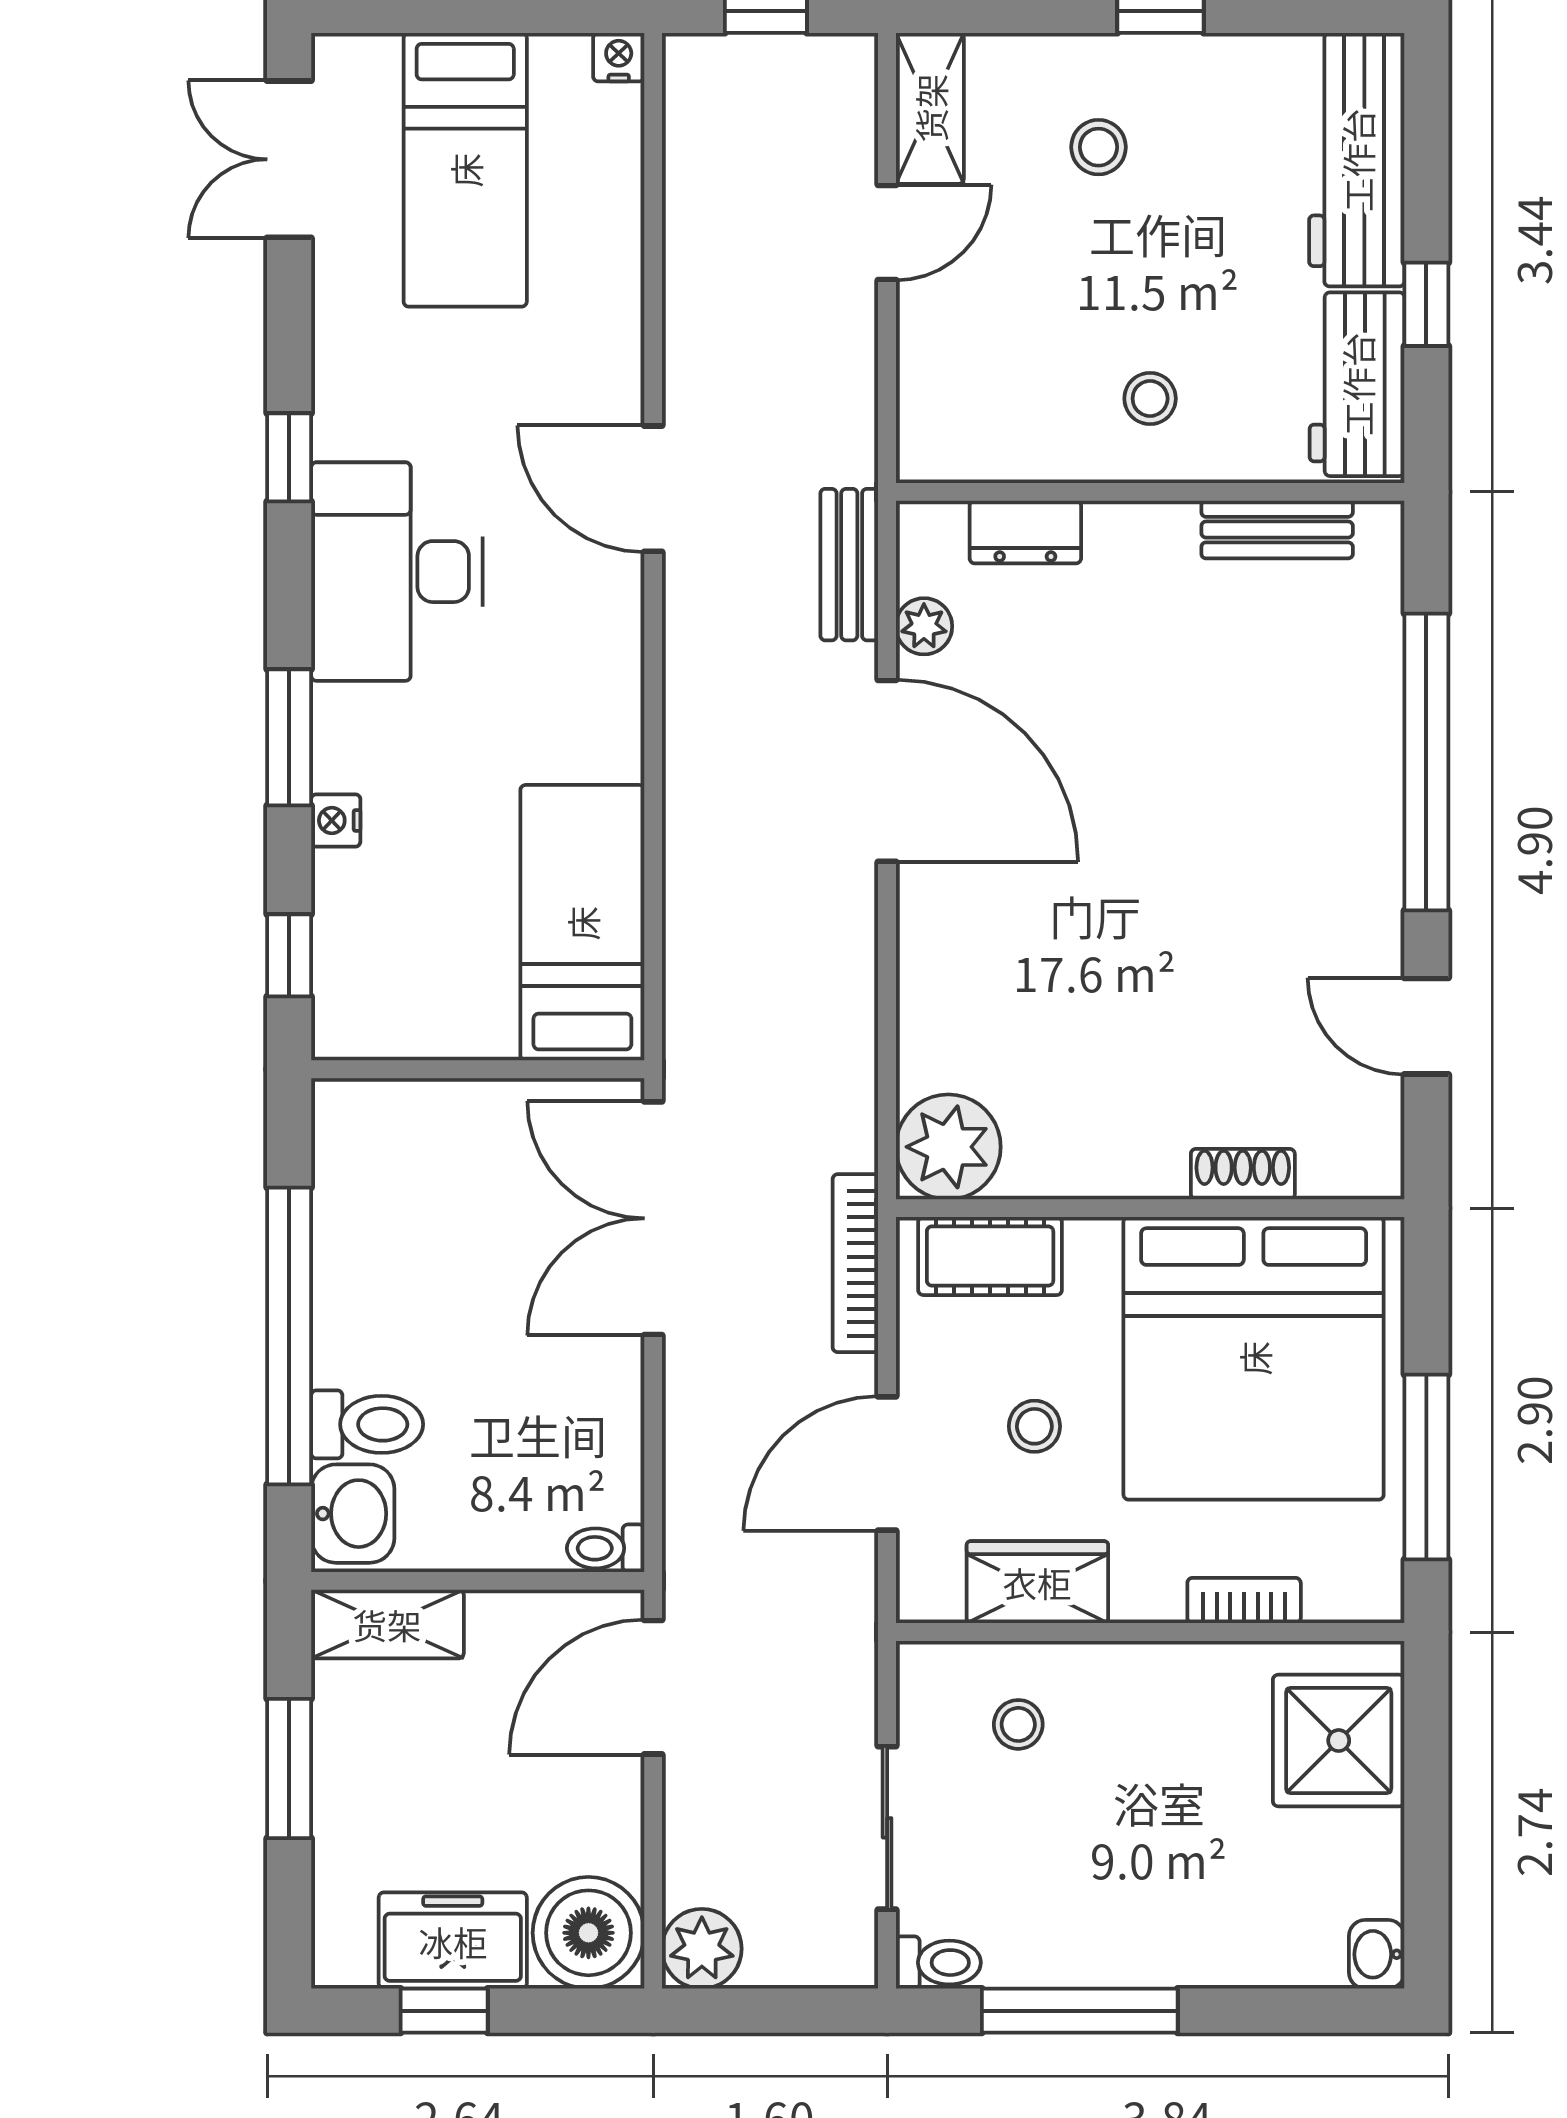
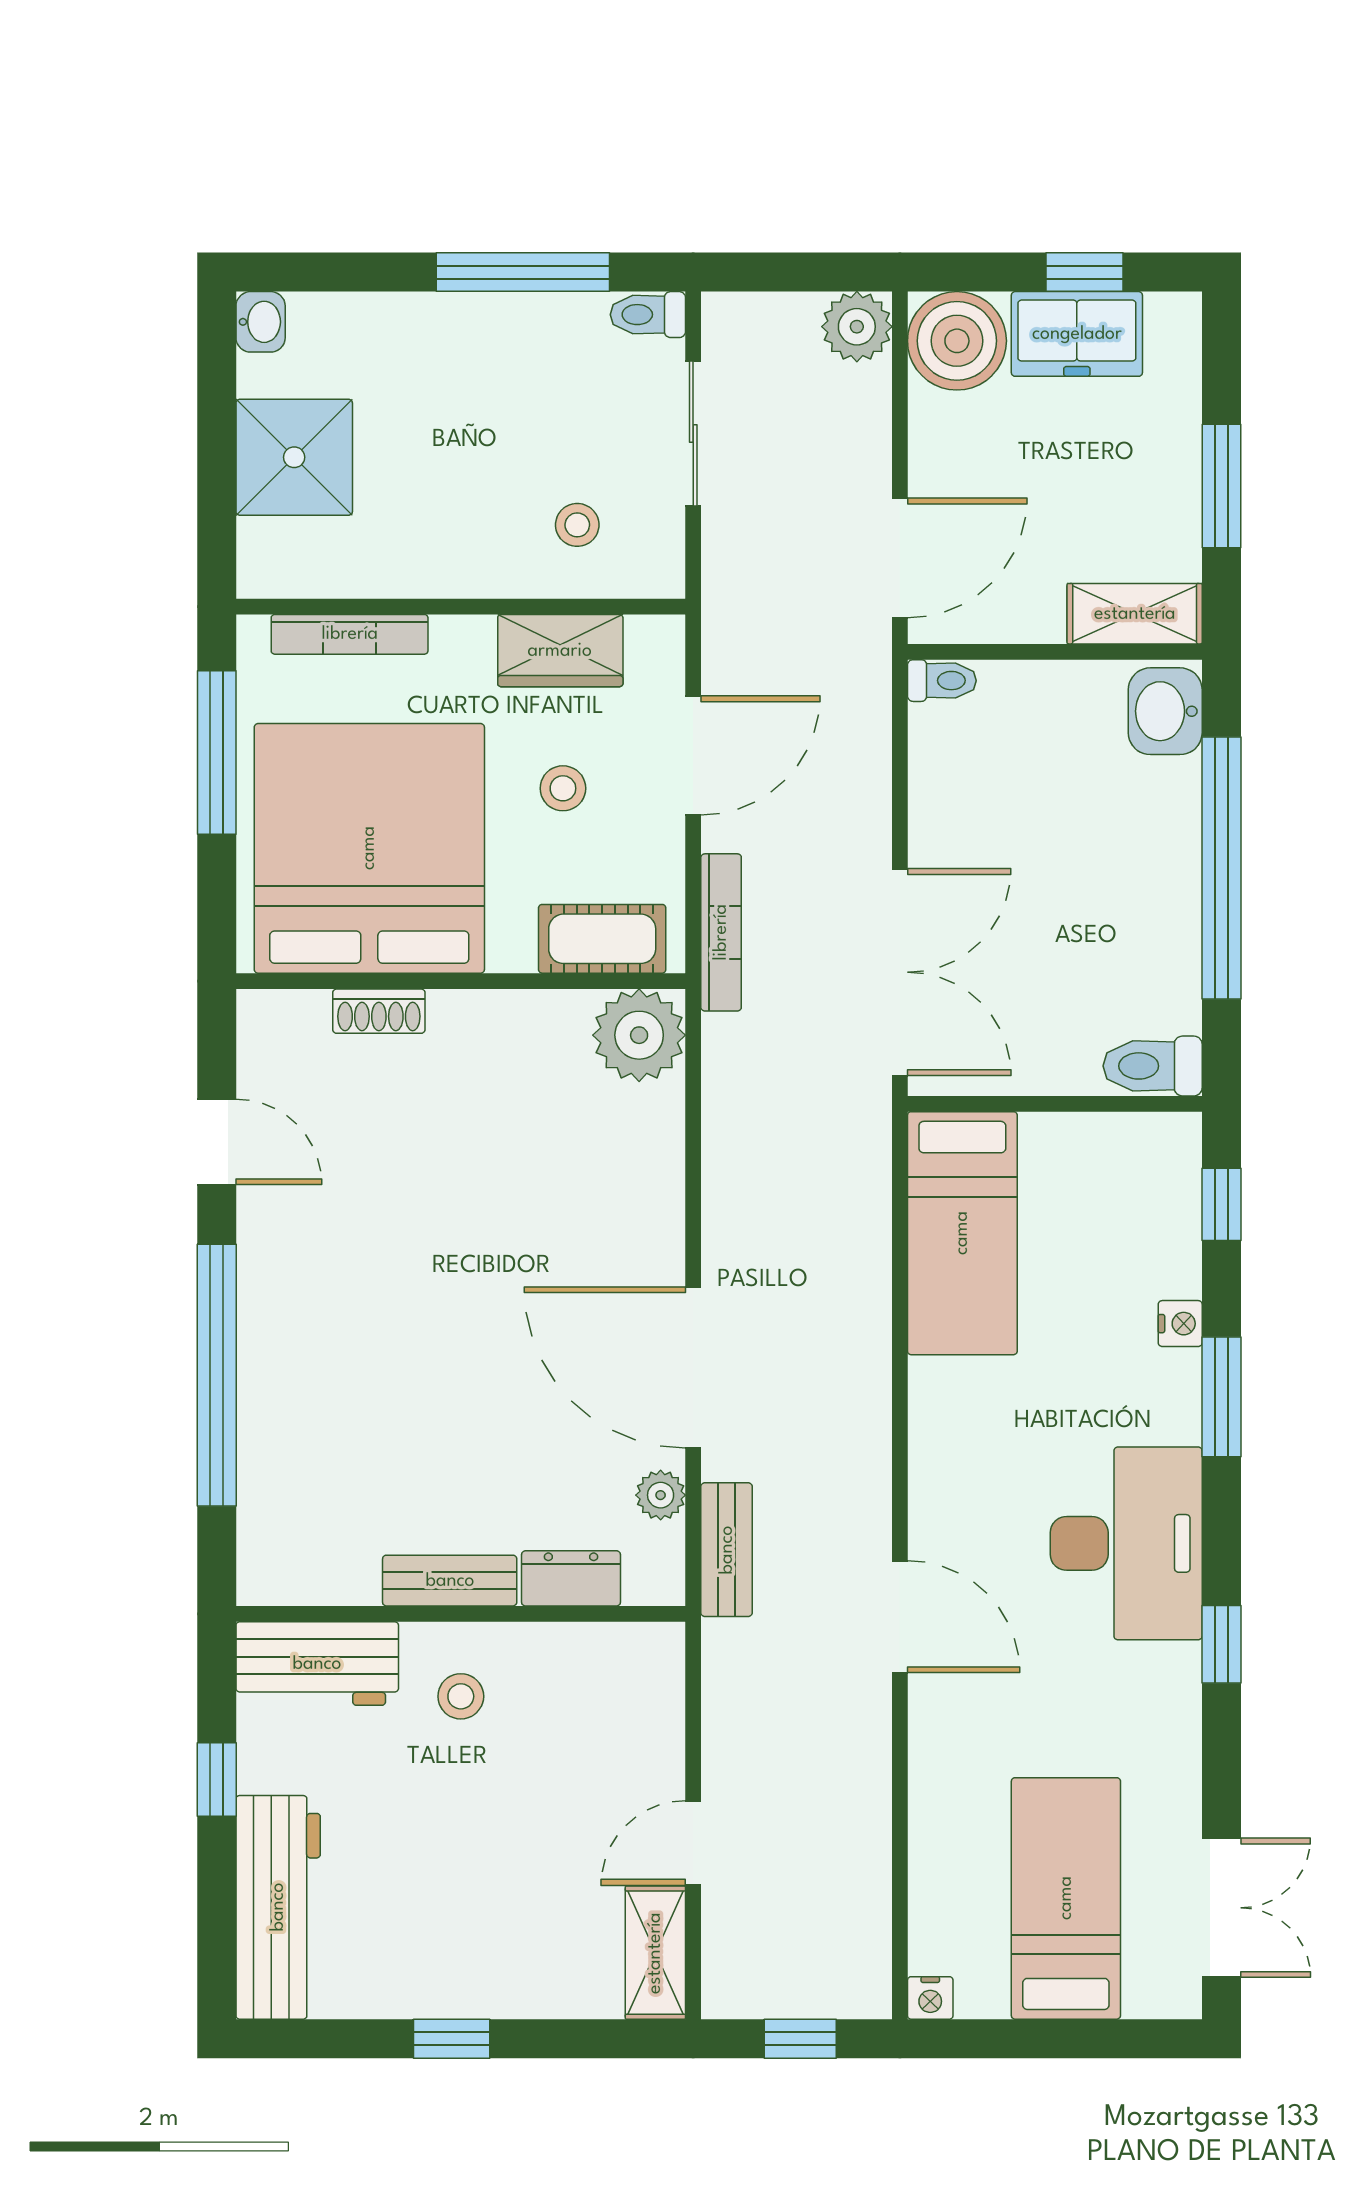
stool: (1098, 147) -> (506, 1918), removed
workbench: (1357, 384) -> (317, 1664), moved, turned 90
bench: (1277, 530) -> (450, 1581), moved
toilet: (367, 1424) -> (1153, 1066), moved
bookcase: (1244, 1601) -> (350, 634), width x1.56
shower: (1339, 1741) -> (294, 457), moved

